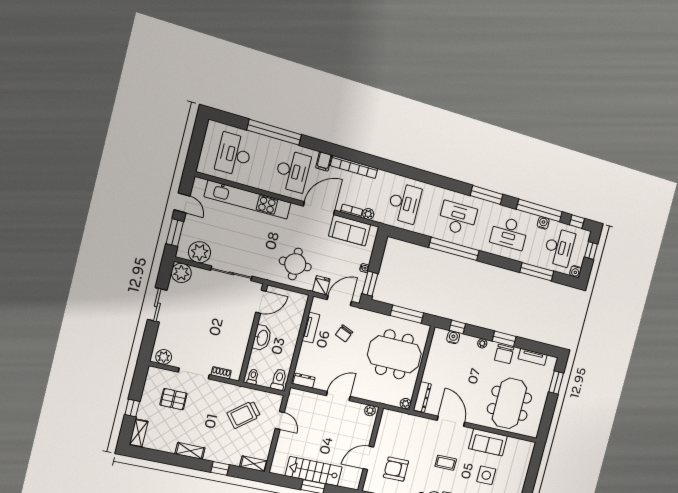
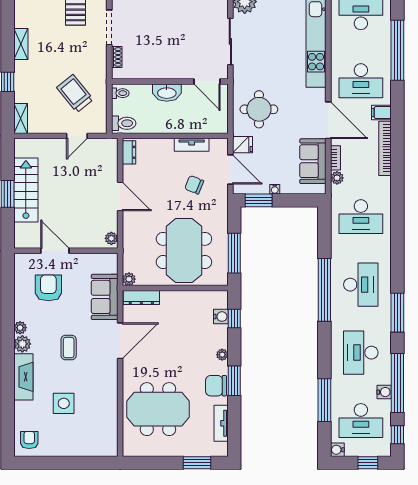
sofa: (488, 442) -> (105, 297), moved

